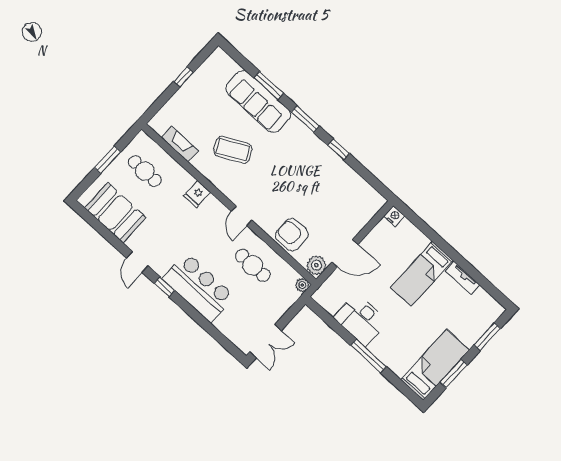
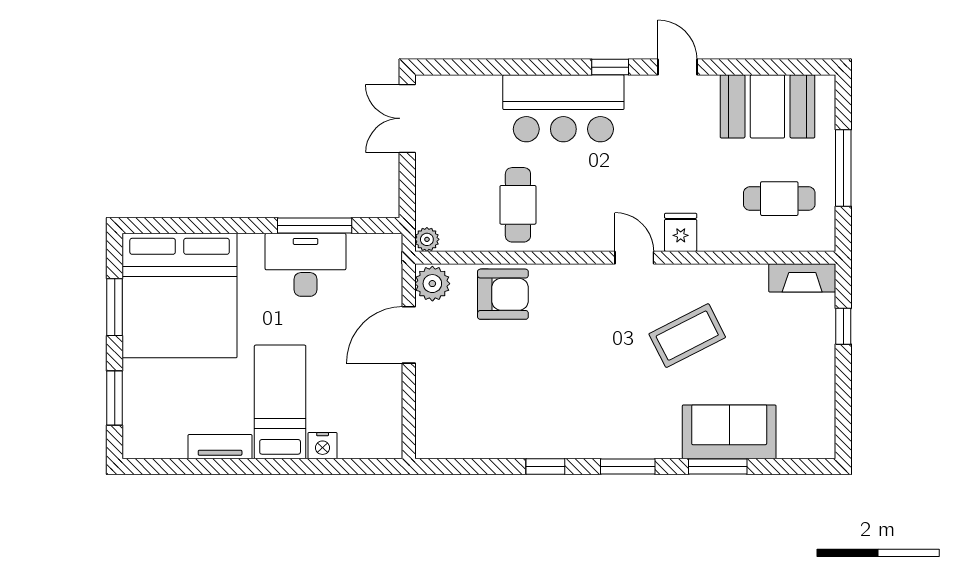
window: (183, 77) -> (843, 326), moved
sofa: (258, 102) -> (729, 432), width x0.73
fireplace: (180, 144) -> (802, 278), moved
window: (108, 160) -> (843, 168), width x1.44
door: (241, 216) -> (634, 258), moved
nightstand: (394, 216) -> (323, 446), moved
cafe table: (253, 265) -> (518, 205), turned 90
window: (368, 356) -> (315, 226), moved
bed: (435, 365) -> (180, 296), width x2.04

